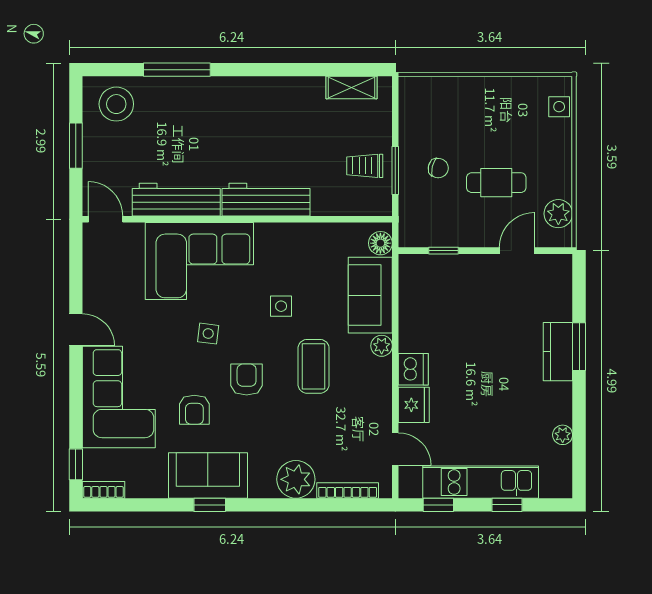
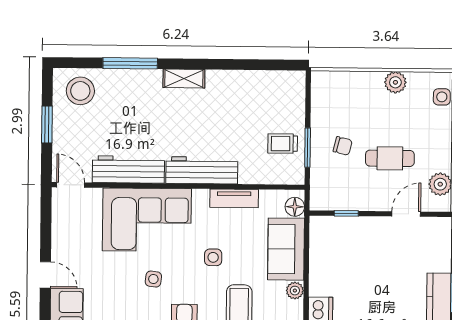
shelving: (351, 88) -> (184, 79), moved
plant: (502, 89) -> (395, 82), added
tv unit: (306, 234) -> (234, 198), added

